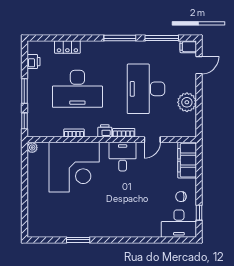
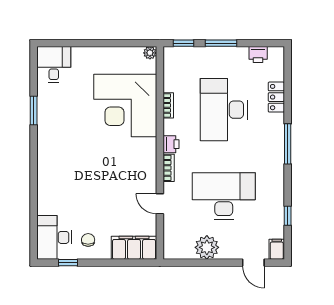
window: (120, 38) -> (288, 144), moved
window: (162, 38) -> (288, 216), width x0.46
desk: (123, 157) -> (54, 64), moved, turned -90

